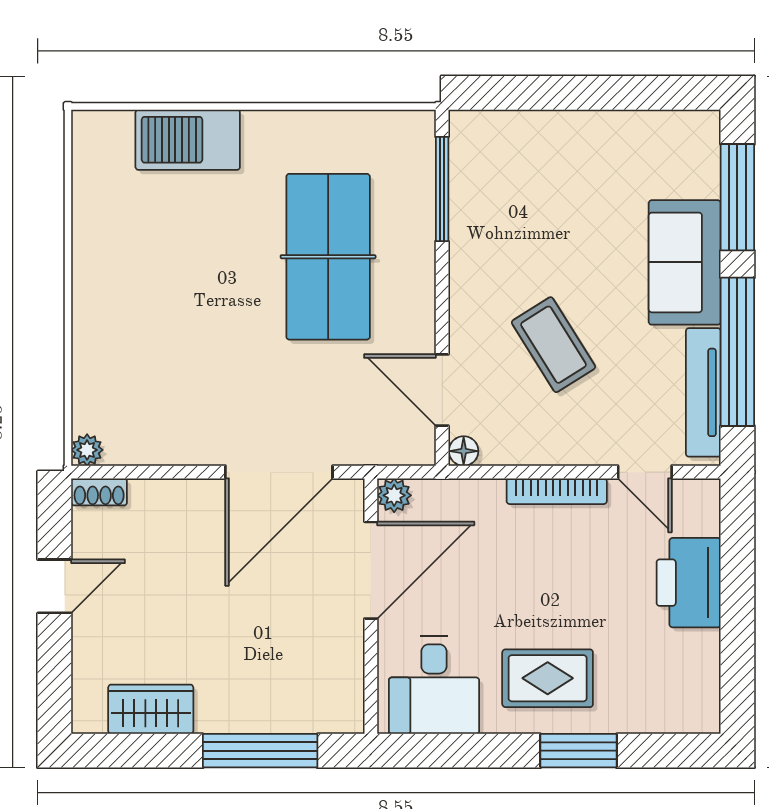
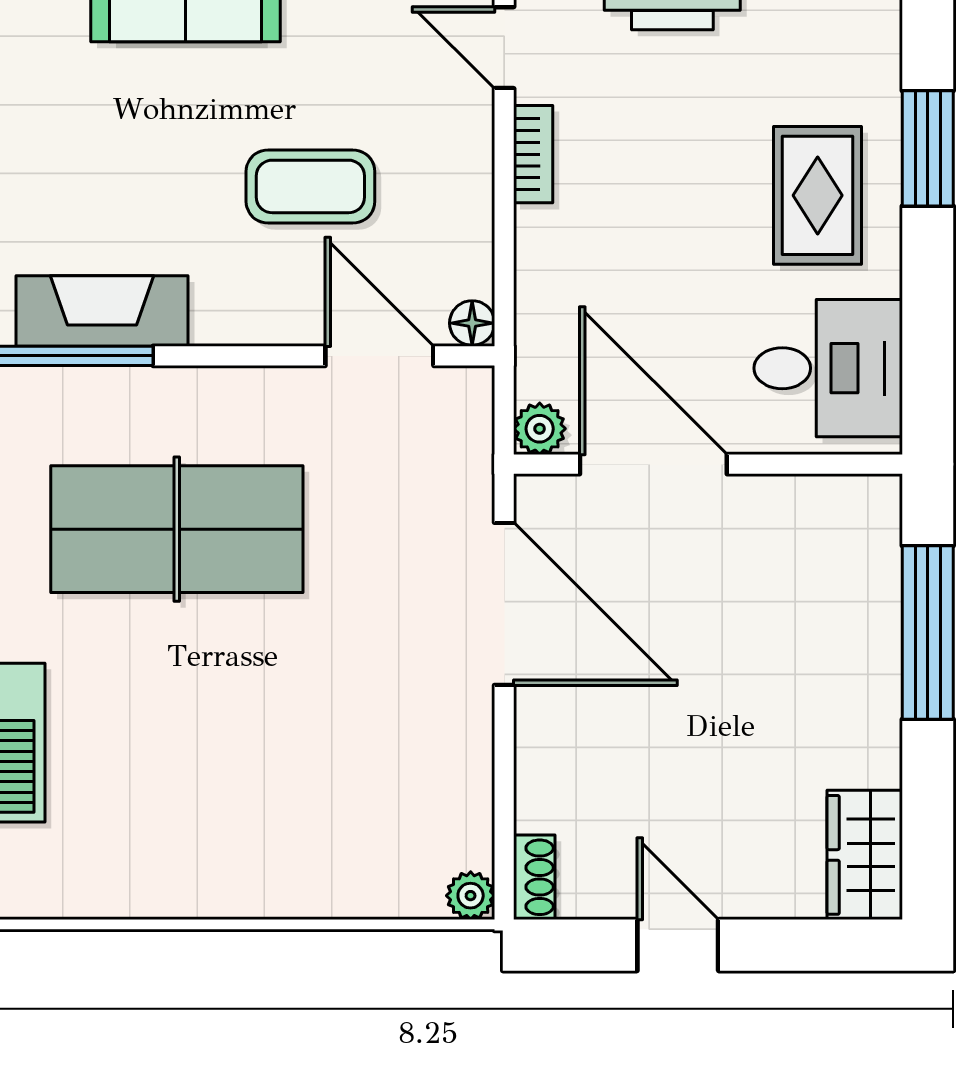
fireplace: (472, 208) -> (102, 311), added
coffee table: (553, 345) -> (310, 186), turned 32
door: (442, 390) -> (379, 356), swing flipped
door: (645, 472) -> (504, 48), swing flipped
bookcase: (557, 491) -> (533, 154), width x0.64
wardrobe: (151, 709) -> (865, 855), moved

